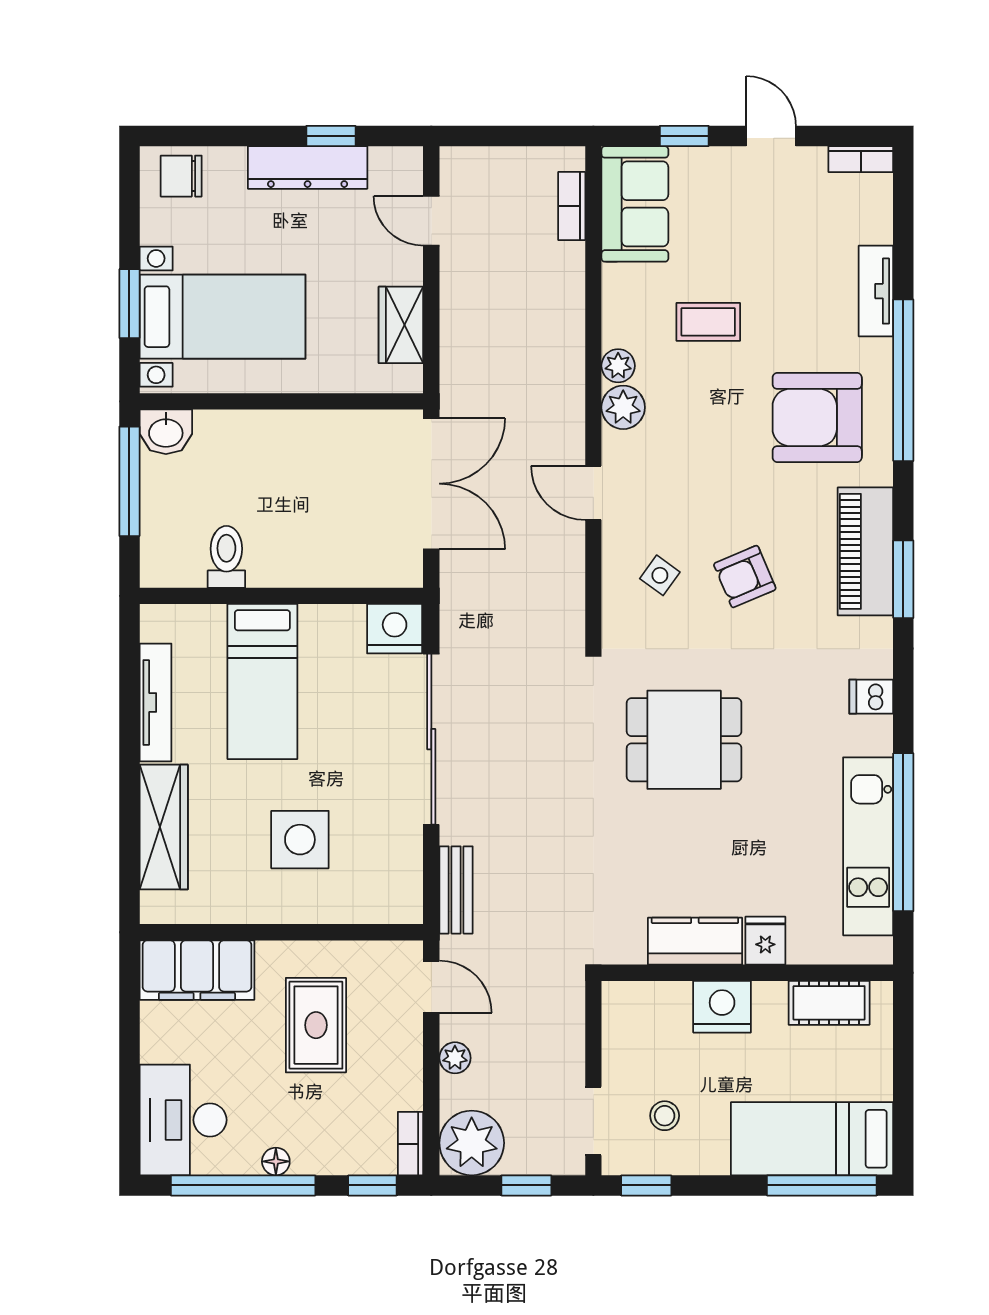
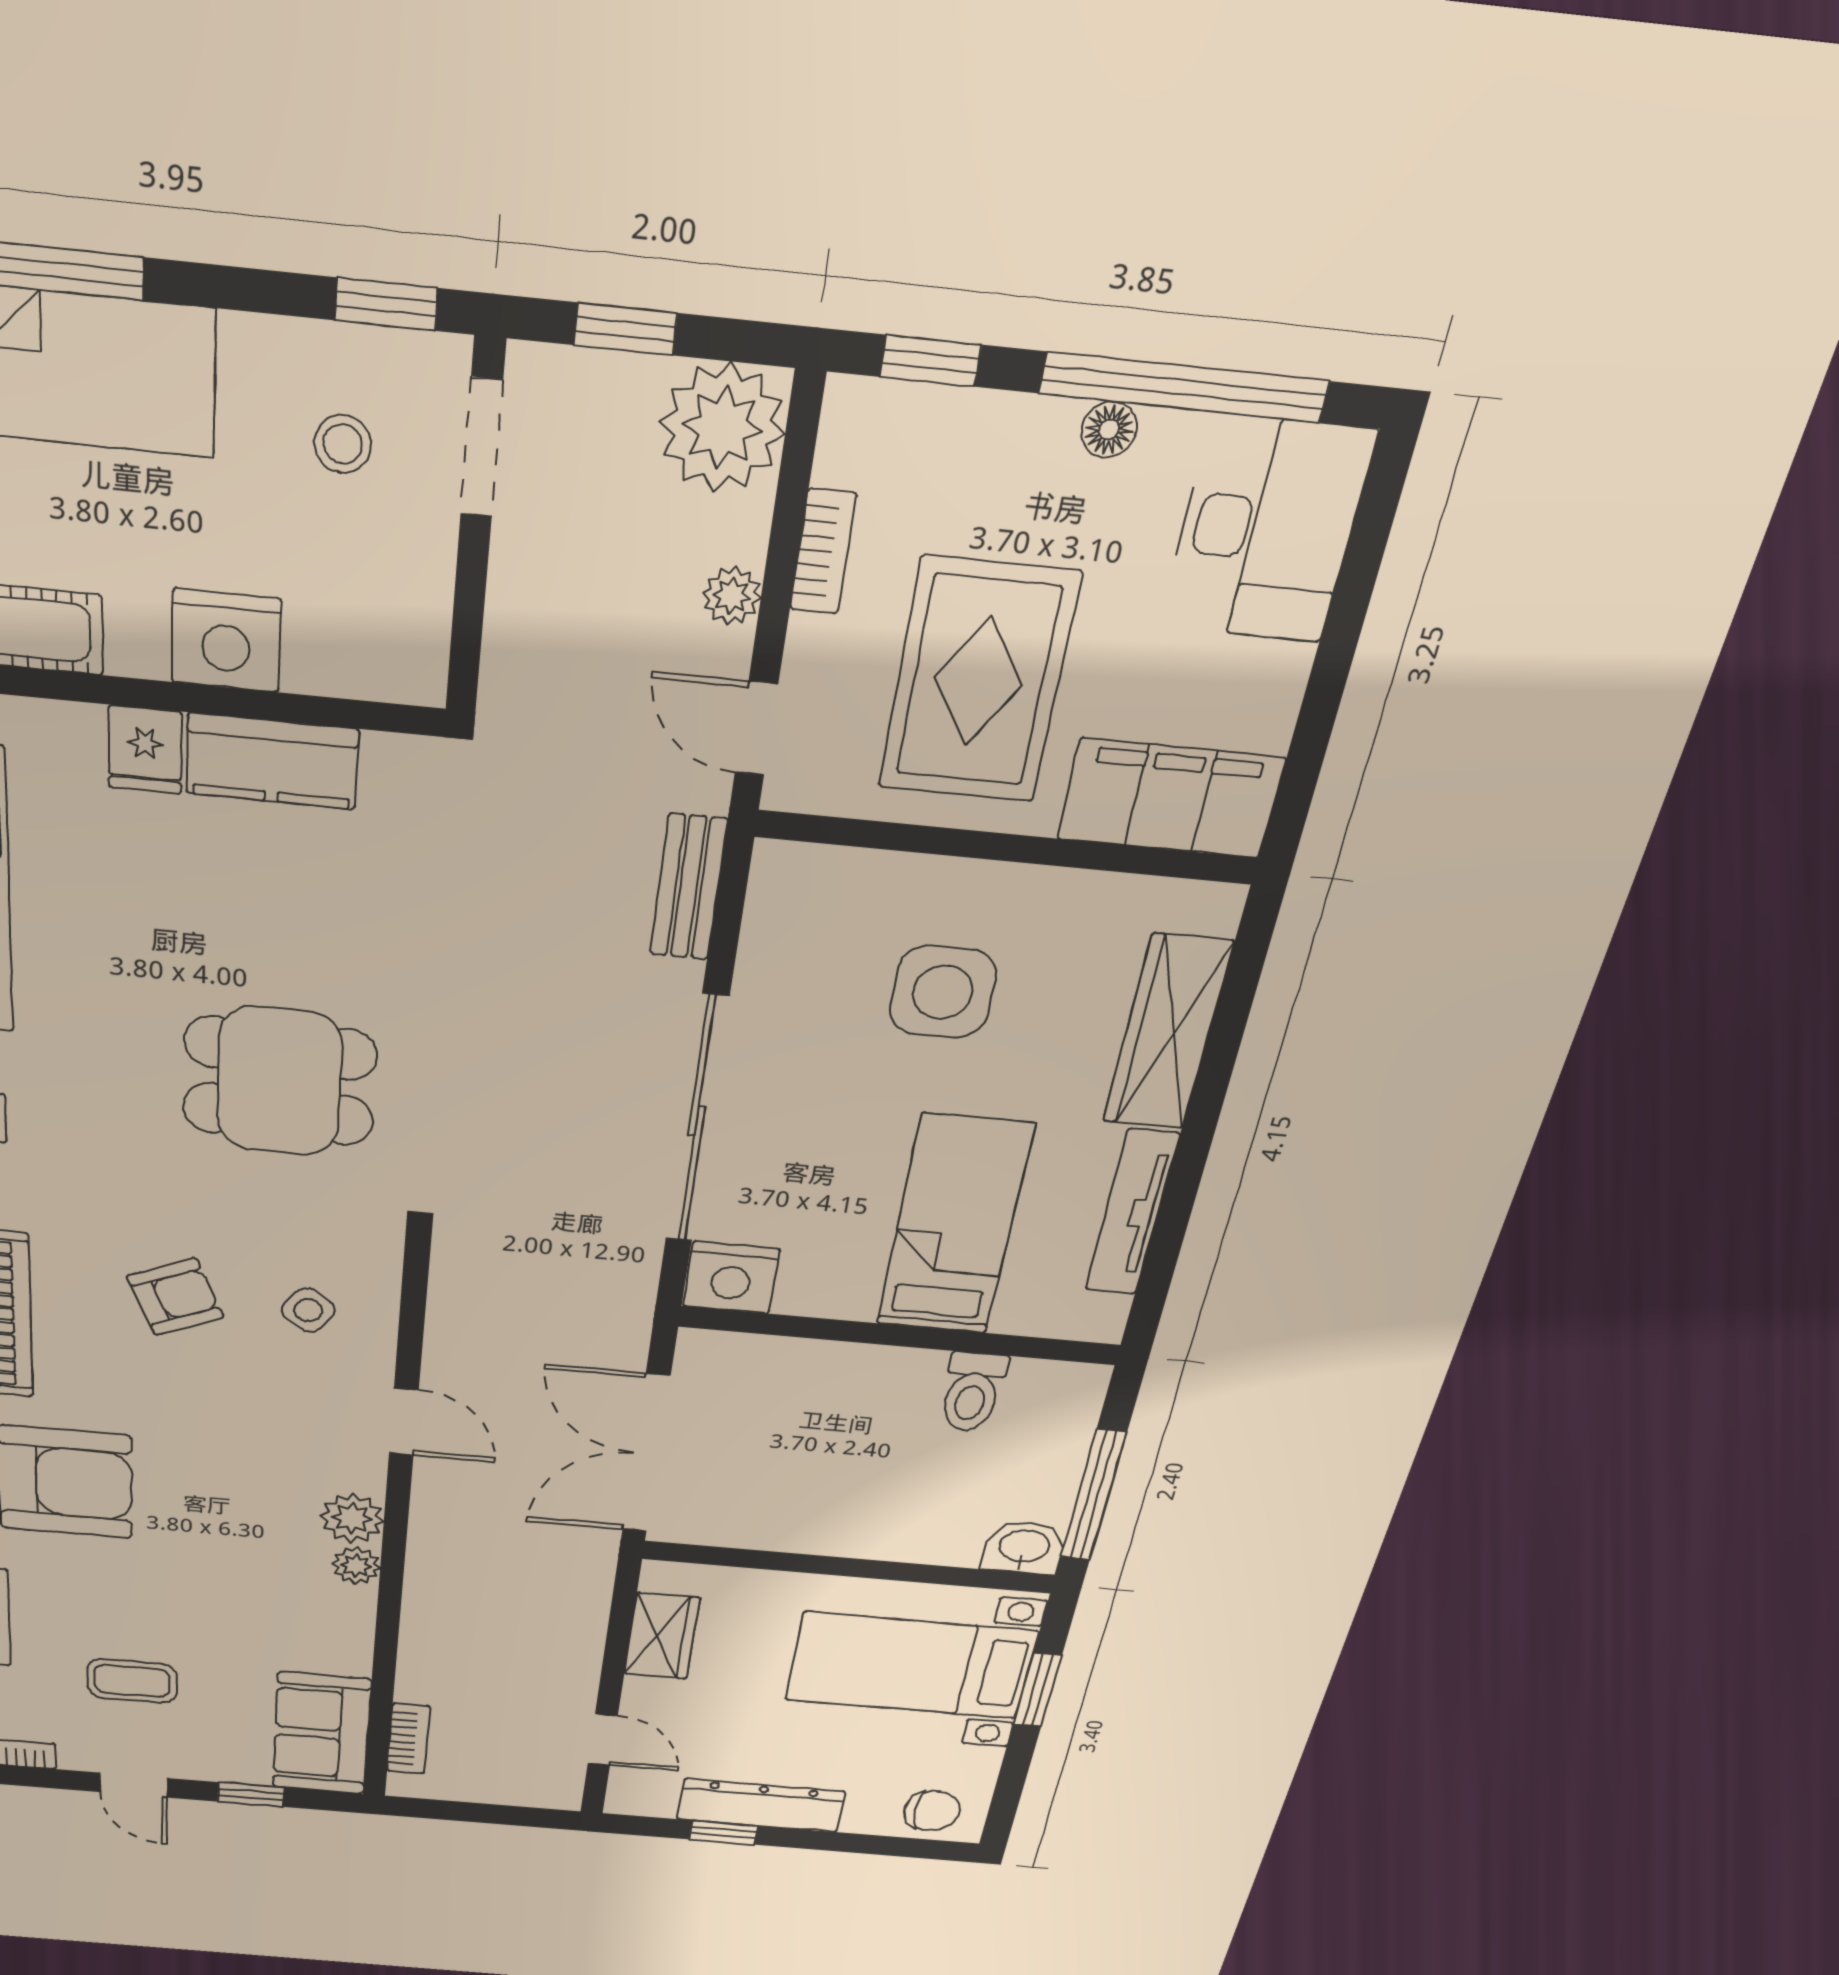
coffee table: (708, 322) -> (132, 1681), moved
rug: (316, 1025) -> (978, 681), width x1.36, depth x1.43
bookcase: (410, 1144) -> (823, 551), moved

